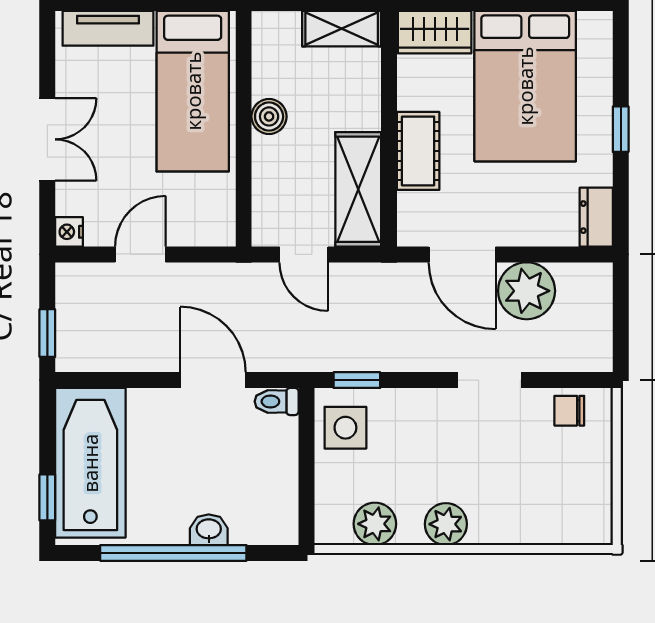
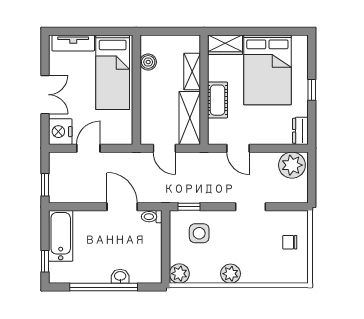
shelving: (342, 29) -> (192, 71), moved, turned 90
boiler: (269, 116) -> (148, 62), moved
nightstand: (69, 232) -> (60, 132), width x1.89, depth x1.79
door: (462, 254) -> (238, 148), width x0.73
plant: (527, 291) -> (292, 165), moved
chair: (569, 411) -> (290, 242), moved
side table: (345, 428) -> (199, 233), moved
bathtub: (90, 463) -> (61, 236), width x0.73, depth x0.73
plant: (375, 524) -> (179, 274), moved

